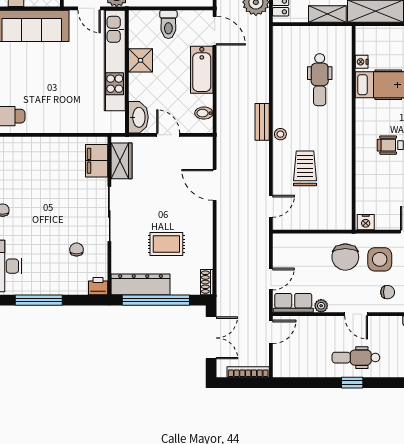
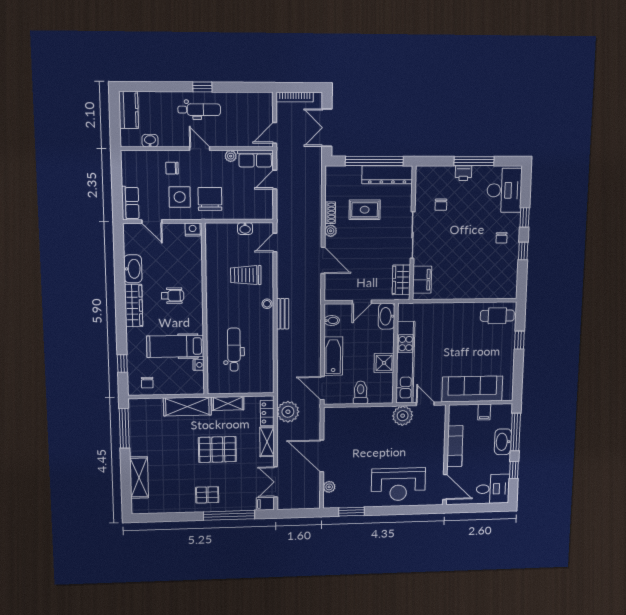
door: (168, 135) -> (362, 302), hinge flipped
trolley: (305, 168) -> (246, 275), turned 90
plant: (206, 220) -> (331, 231), added
washbasin: (305, 223) -> (245, 229), added
shoe rack: (207, 282) -> (330, 213), moved
printer: (98, 286) -> (463, 173), moved

